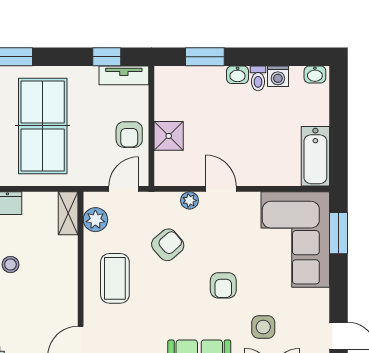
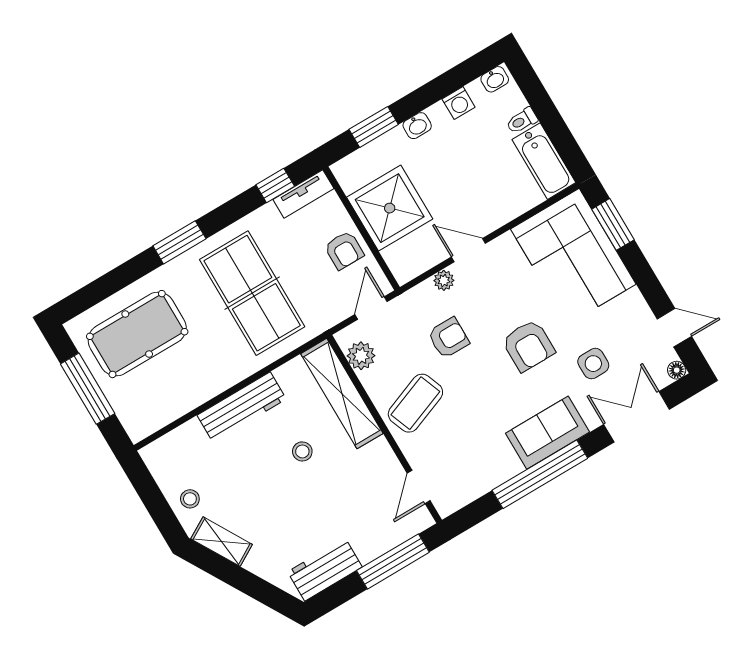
toilet: (258, 78) -> (522, 121), moved, turned 90
shower: (169, 136) -> (390, 208), width x1.86, depth x1.86
shelving: (68, 213) -> (342, 394), width x2.20, depth x1.33
armchair: (168, 245) -> (448, 338), turned 41
coffee table: (115, 278) -> (415, 403), turned 69
armchair: (223, 285) -> (528, 346), width x1.38, depth x1.38

